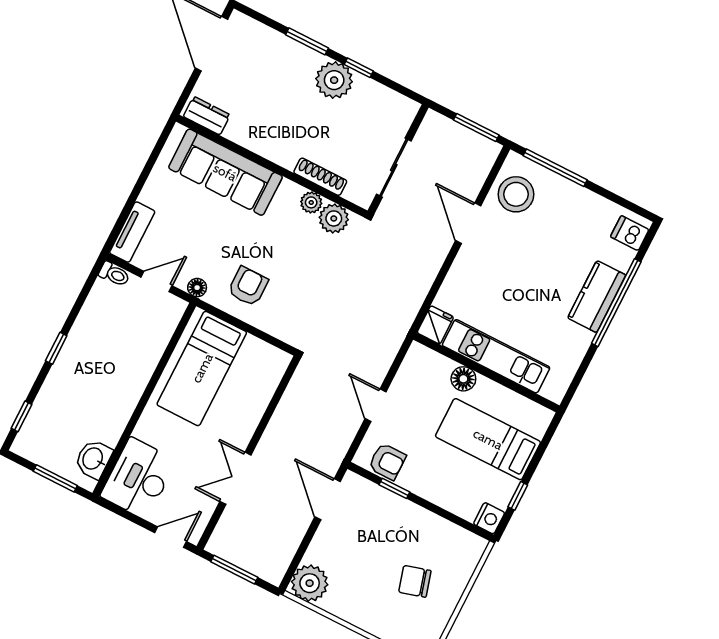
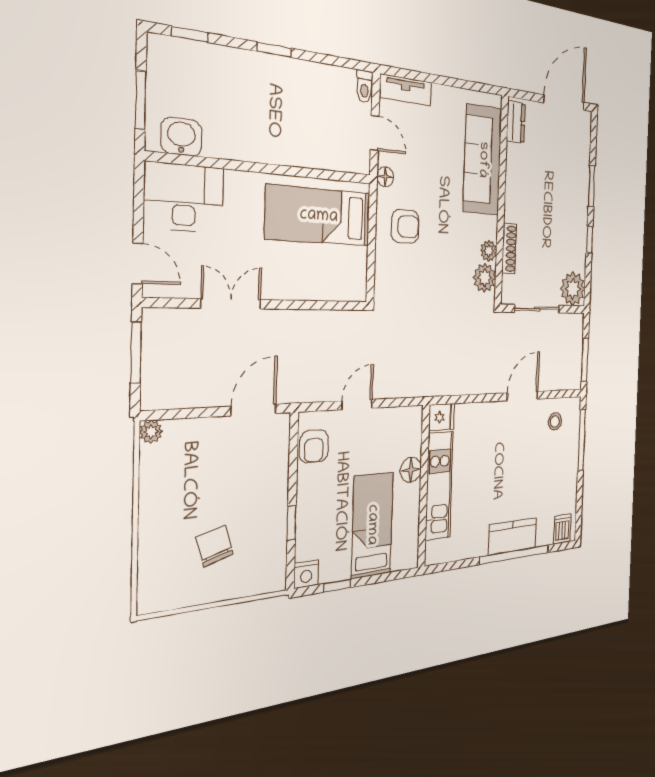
plant: (334, 80) -> (573, 289), moved
stool: (516, 194) -> (555, 421), width x0.53, depth x0.53
window: (394, 488) -> (292, 523), moved
plant: (310, 583) -> (151, 432), width x0.53, depth x0.53

